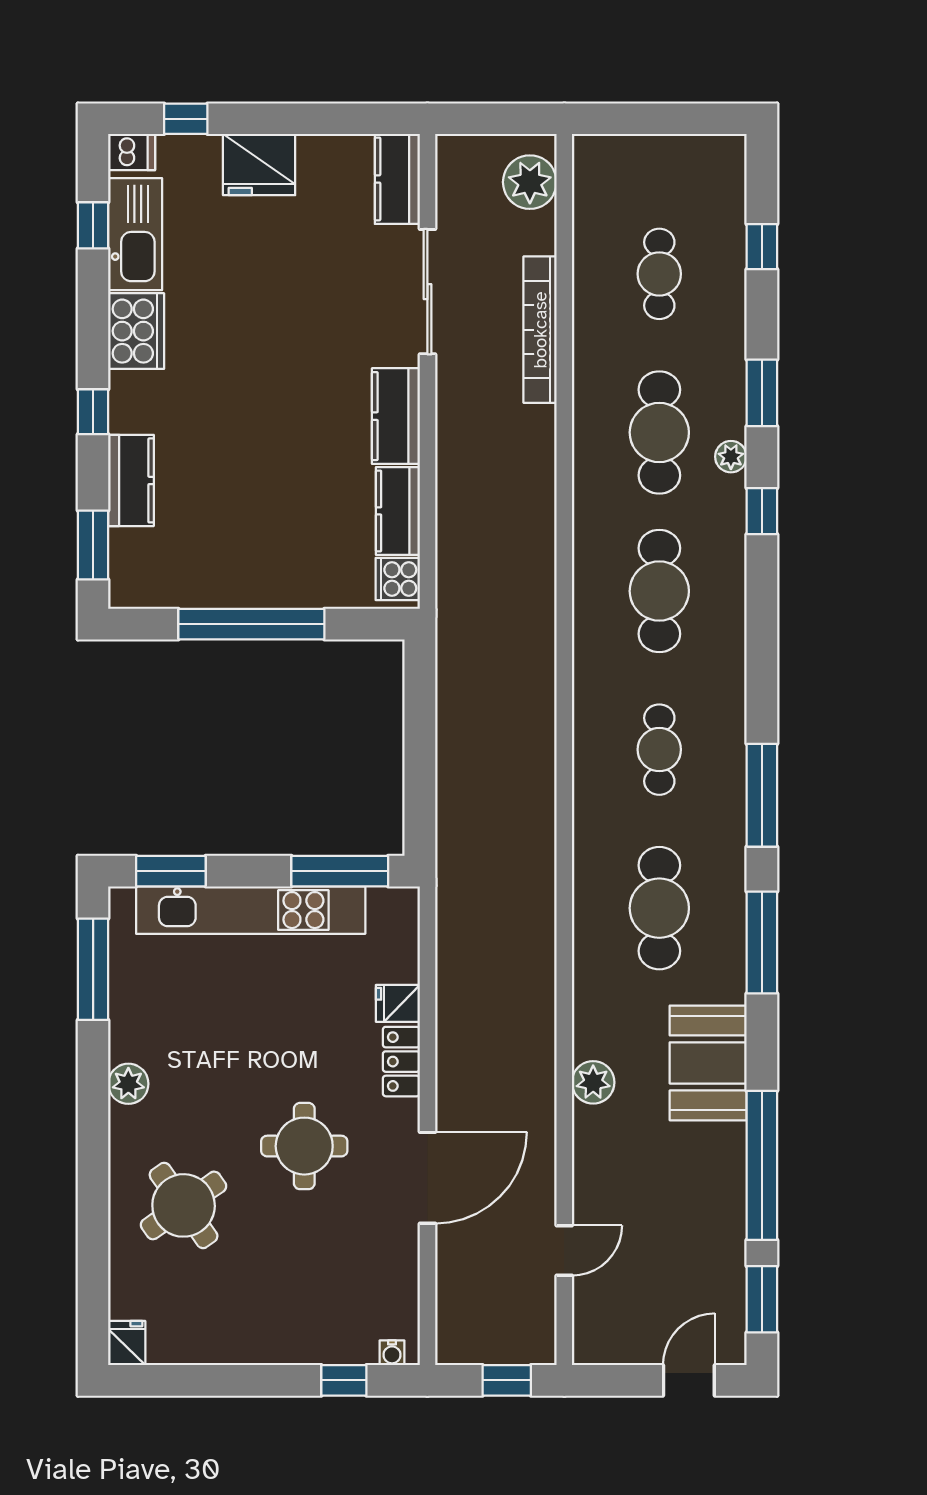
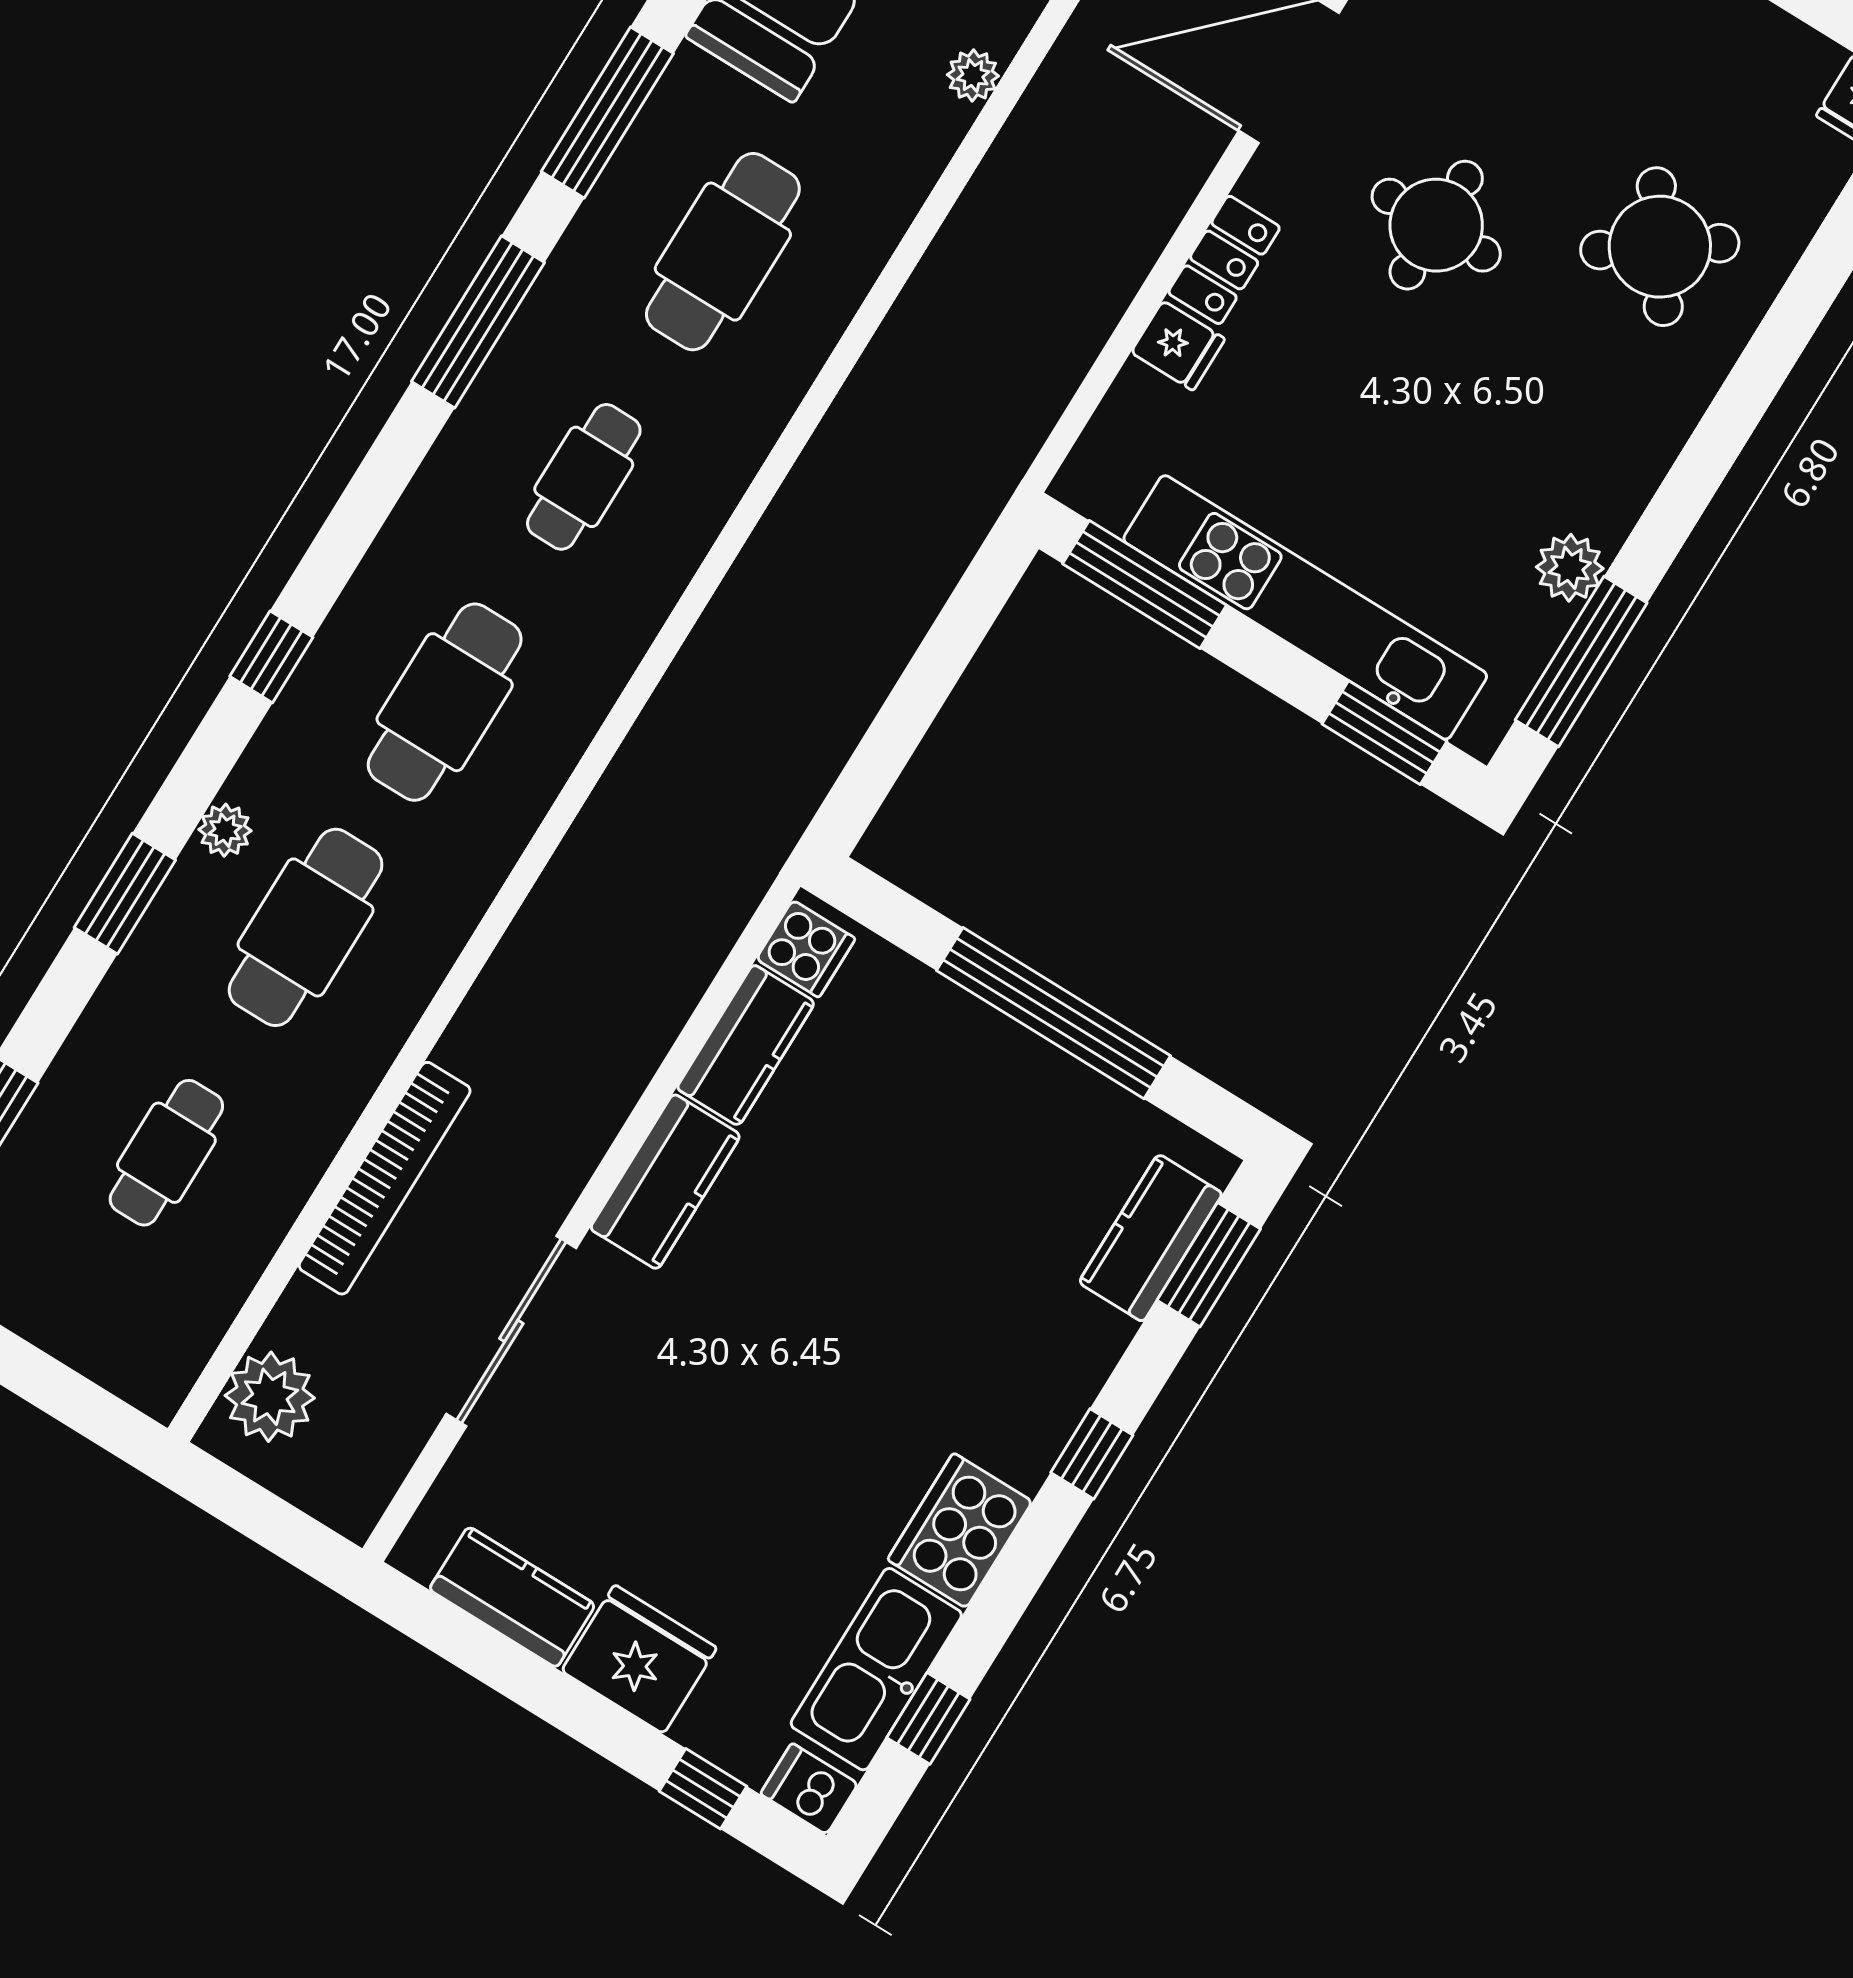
kitchen counter: (397, 179) -> (512, 1597), moved, turned -90
kitchen counter: (131, 480) -> (1151, 1238), moved
window: (762, 511) -> (271, 657), moved
plant: (593, 1082) -> (973, 75), width x0.73, depth x0.73
plant: (128, 1084) -> (1570, 568), moved

